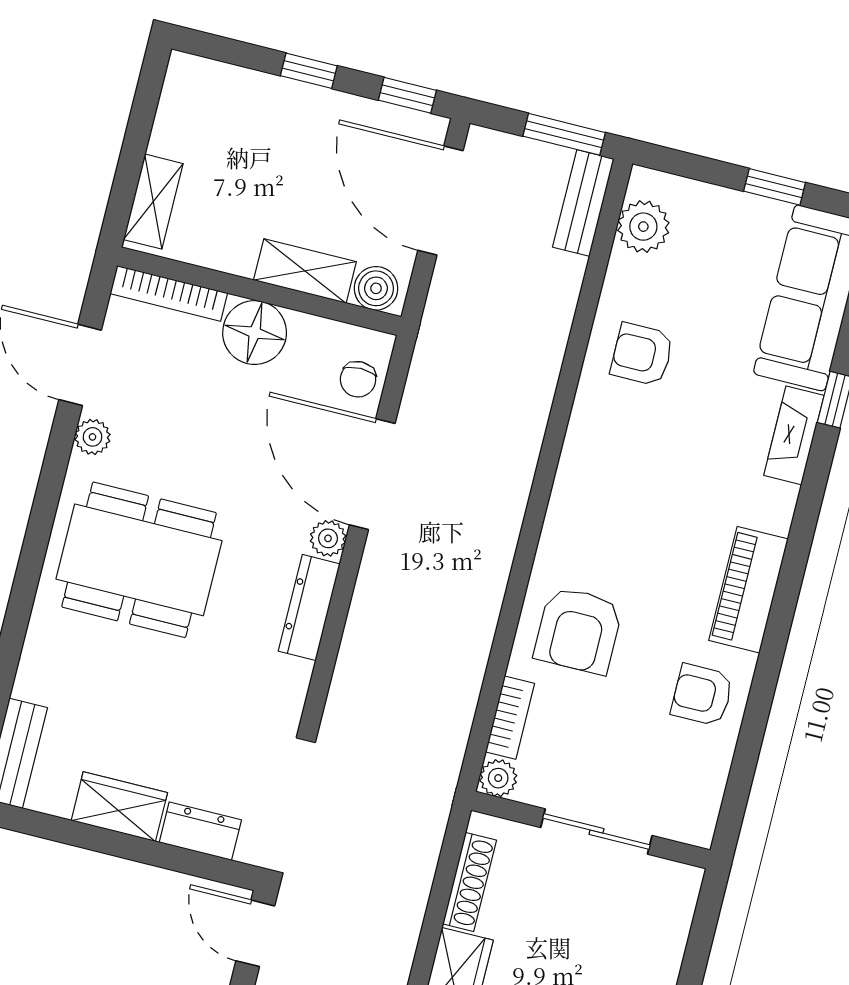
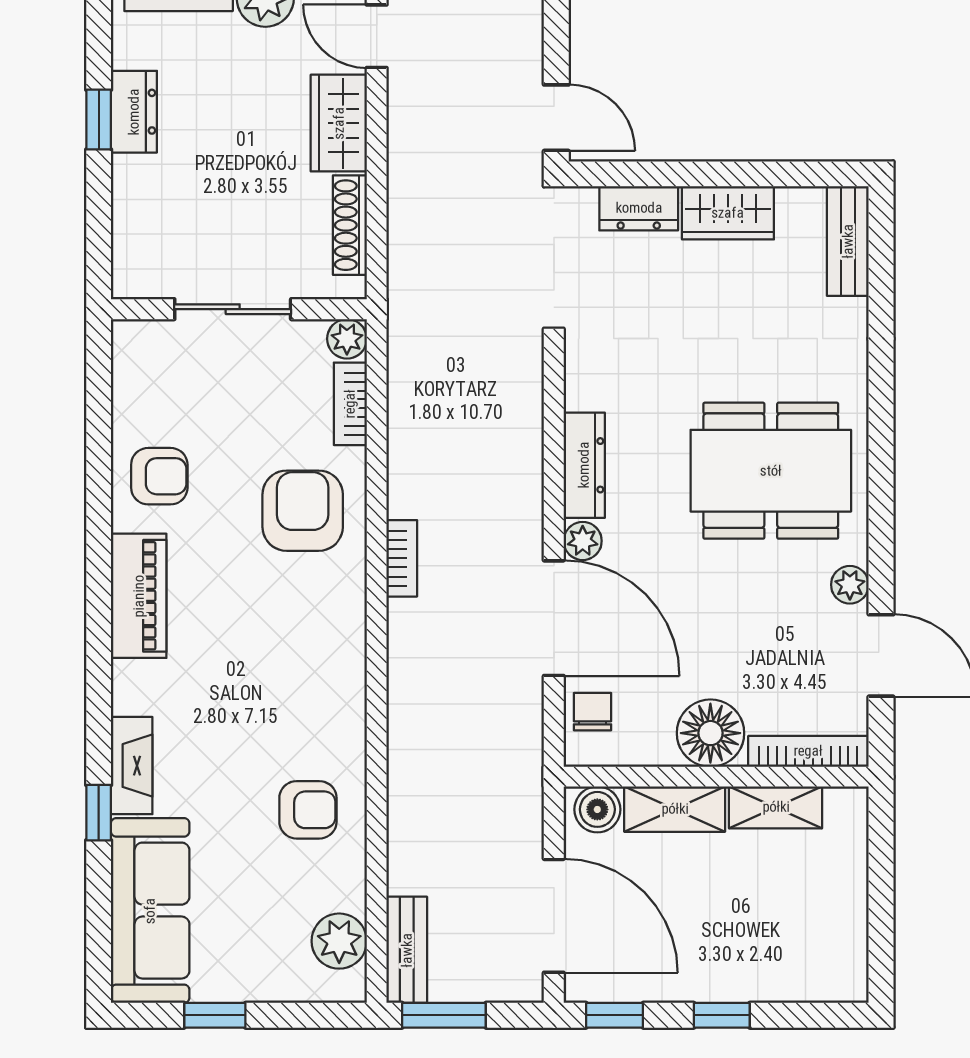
shelving: (153, 202) -> (776, 807), moved, turned 90
bookcase: (498, 564) -> (402, 558), added

